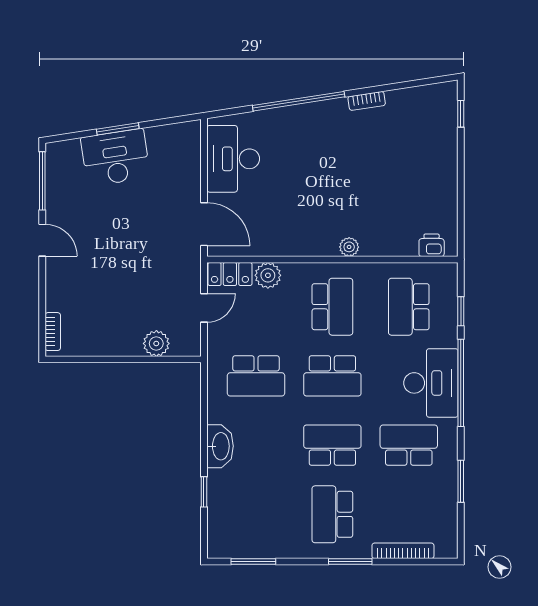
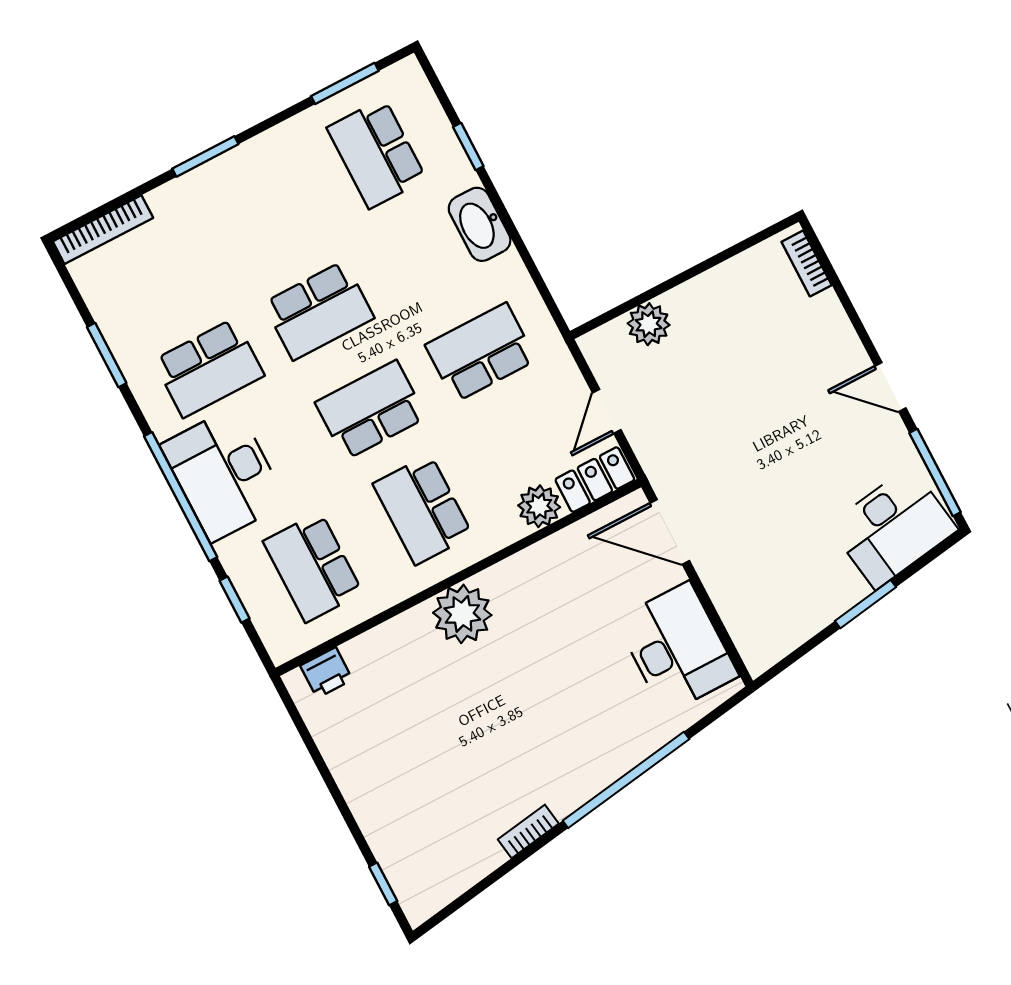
desk: (115, 157) -> (893, 527), moved
plant: (349, 247) -> (462, 614), width x1.88, depth x1.88
school desk: (409, 307) -> (313, 567), turned 180
school desk: (332, 514) -> (377, 153), moved, turned 180
bookcase: (403, 551) -> (103, 230), moved

